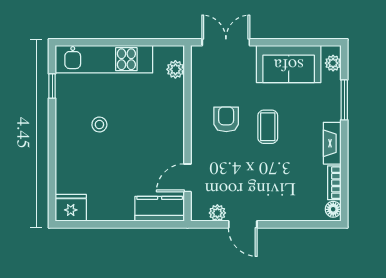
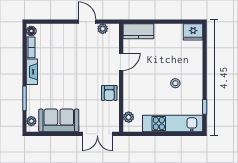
armchair: (226, 119) -> (109, 93), moved
coffee table: (268, 127) -> (72, 82), removed
door: (188, 178) -> (121, 62), moved

